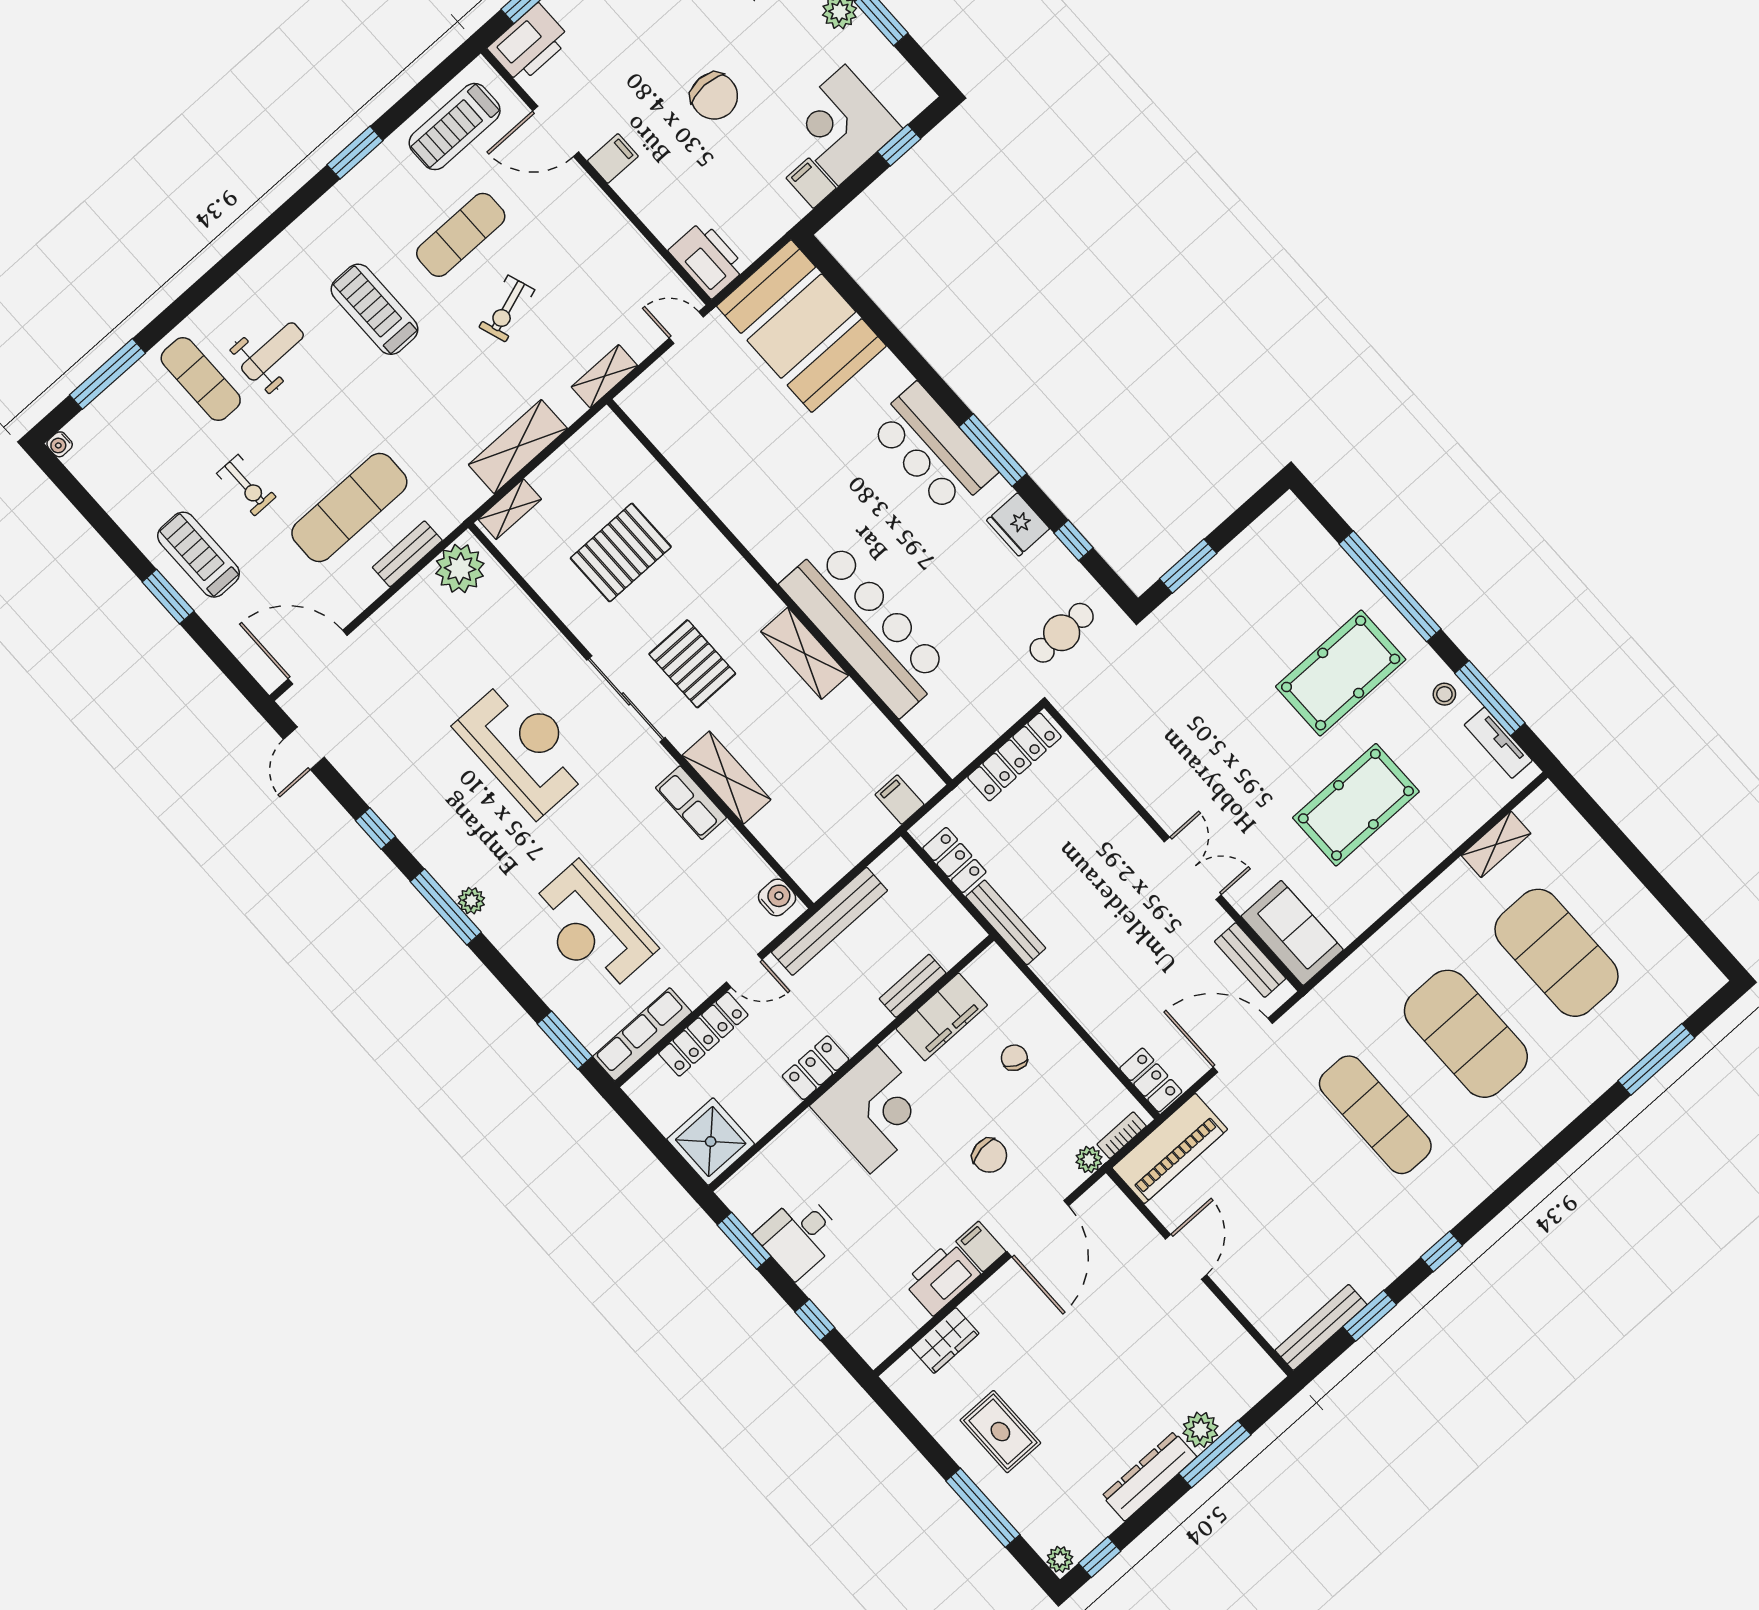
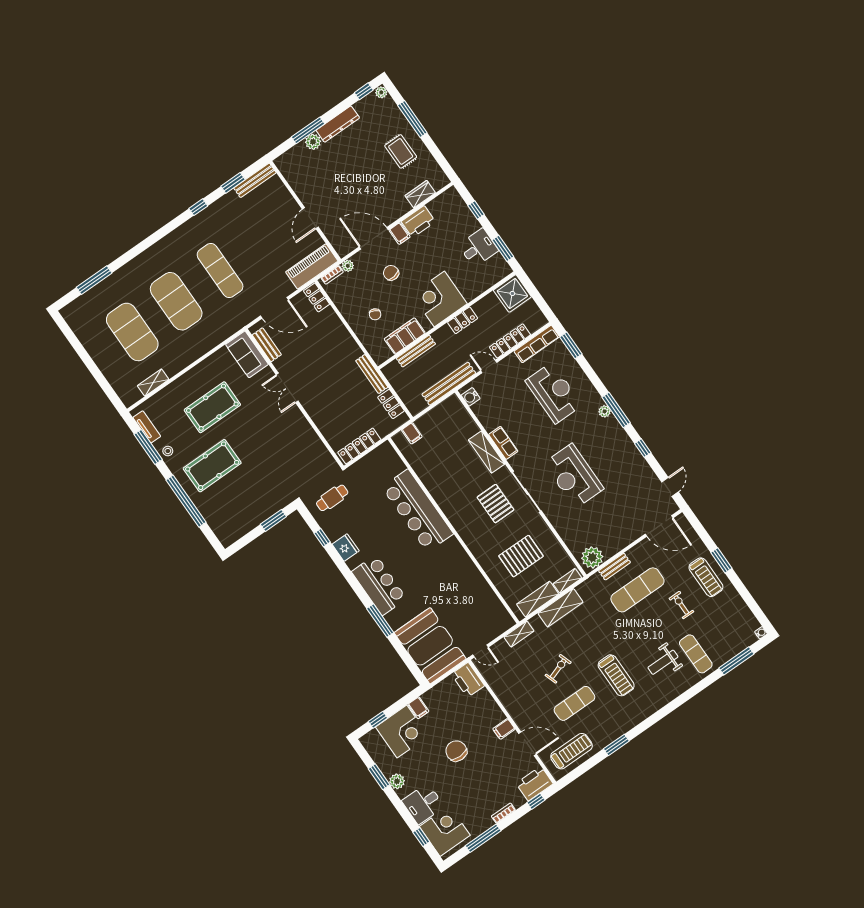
window: (993, 450) -> (380, 621), moved
shelving: (805, 653) -> (538, 599), moved, turned 90
bench: (913, 986) -> (416, 351), width x1.36
door: (1038, 1229) -> (374, 238), hinge flipped

